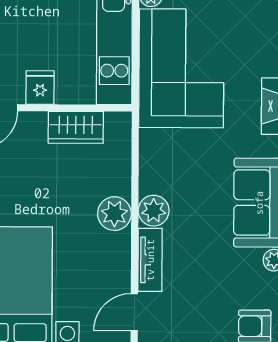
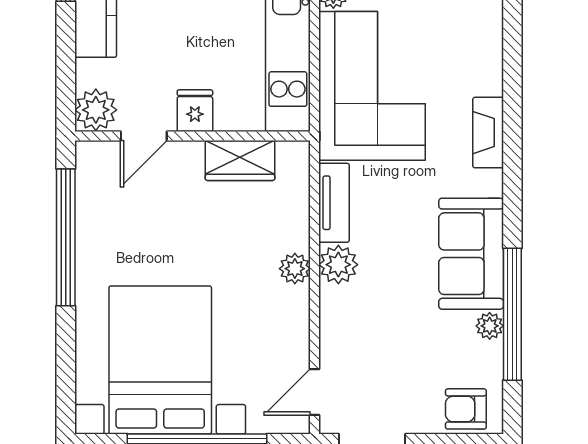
plant: (114, 214) -> (295, 269), width x0.73, depth x0.73
tv unit: (150, 260) -> (334, 203), moved

